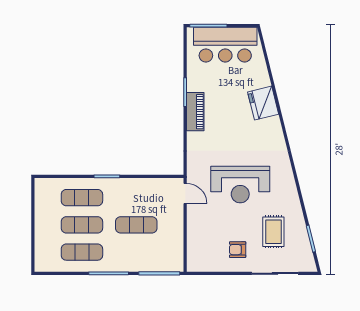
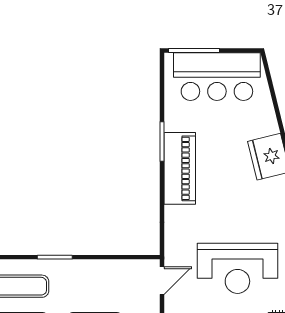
piano: (195, 112) -> (180, 168), width x1.37, depth x1.33
door: (185, 193) -> (162, 281), hinge flipped

